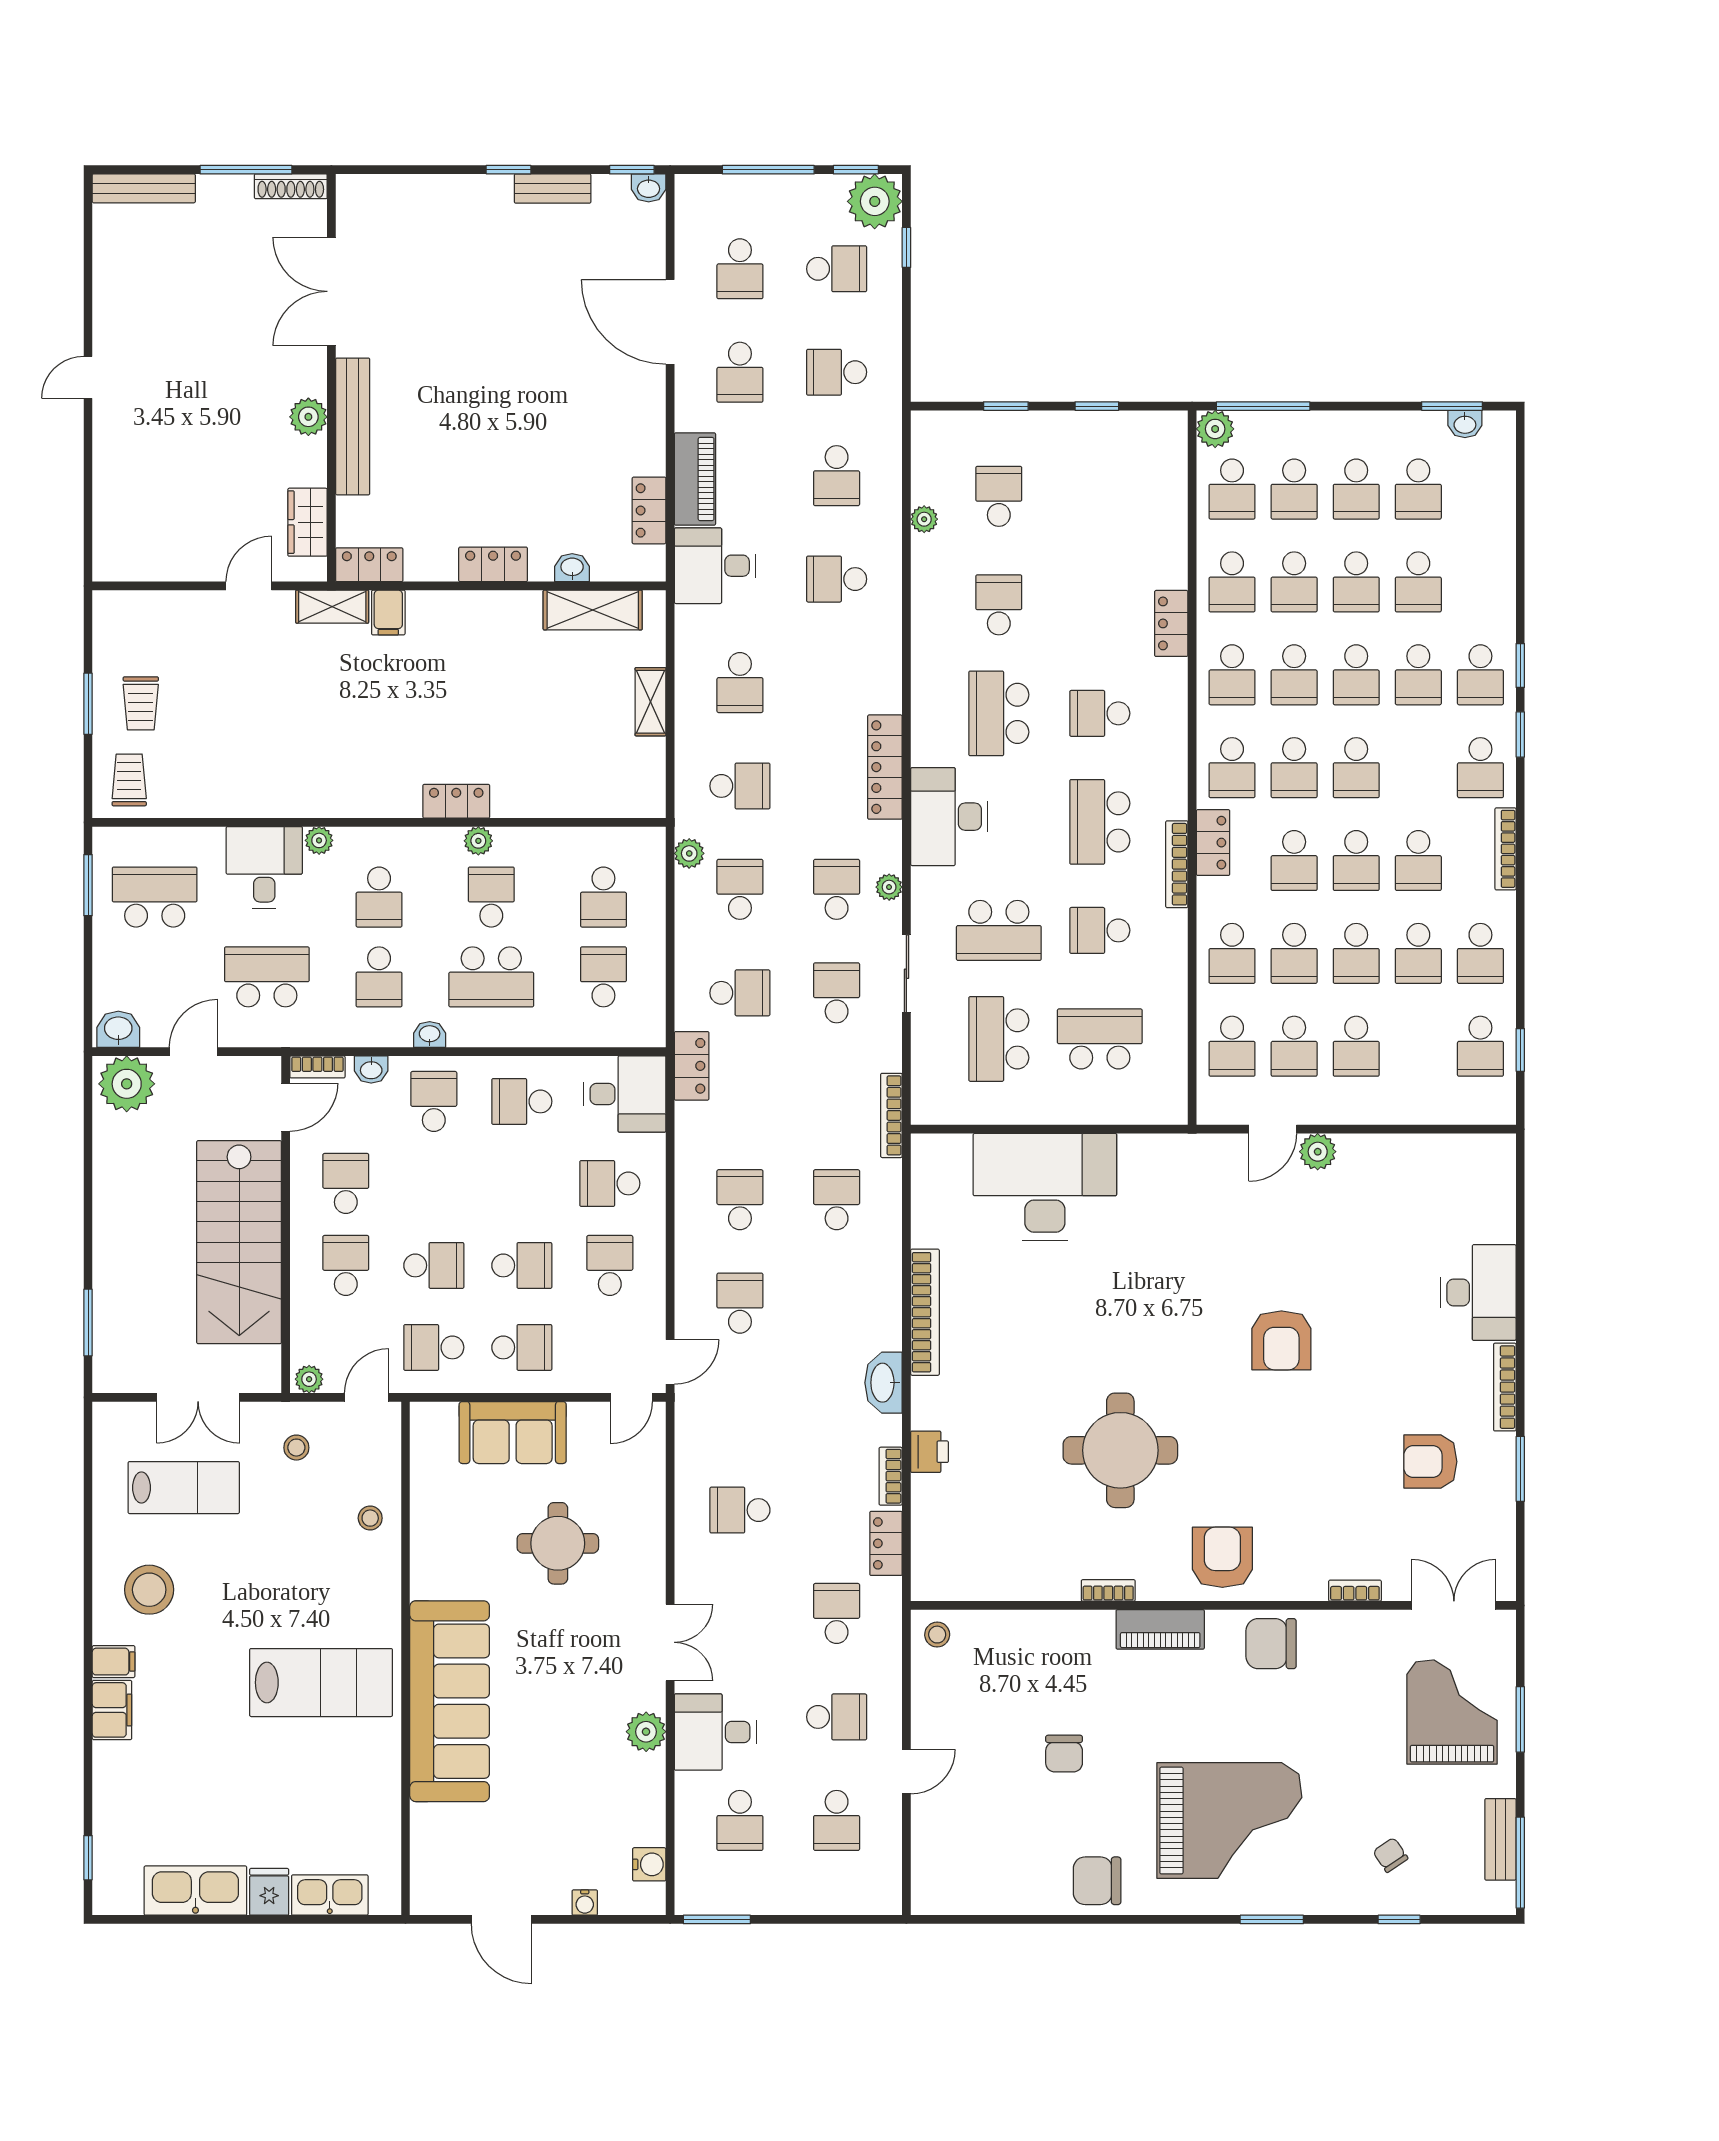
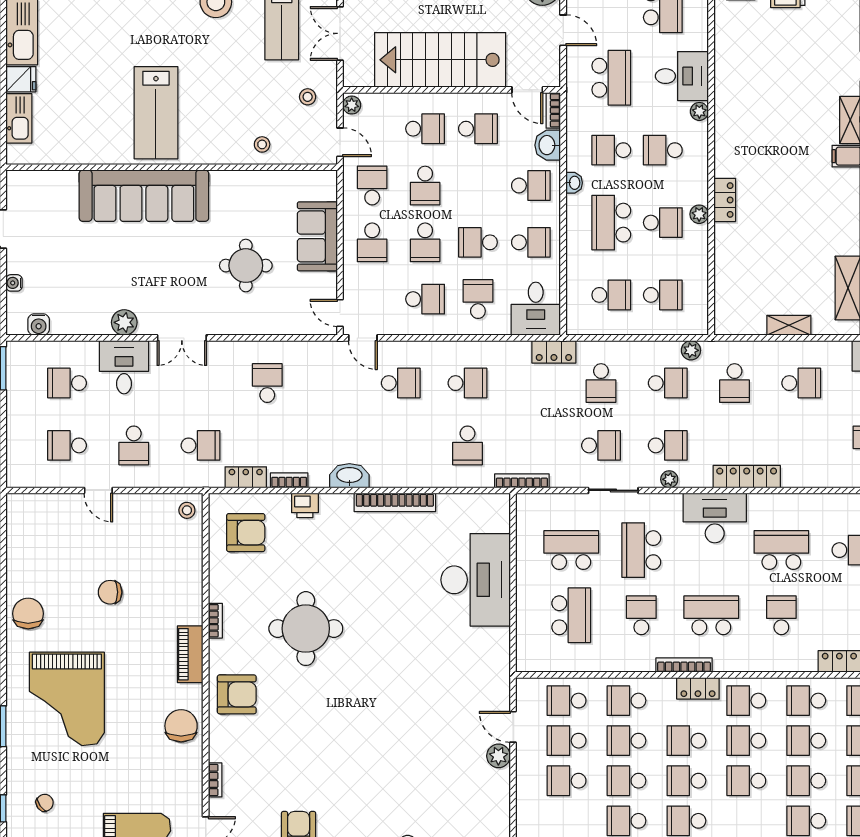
school desk: (740, 683) -> (801, 383), turned 180
school desk: (603, 897) -> (663, 295), turned 180
washbasin: (371, 1069) -> (548, 145), width x1.38, depth x1.45
school desk: (522, 1101) -> (531, 242), turned 90
school desk: (522, 1183) -> (478, 242), added
school desk: (837, 1200) -> (468, 445), turned 90
armchair: (1281, 1340) -> (246, 533), moved, turned 180

